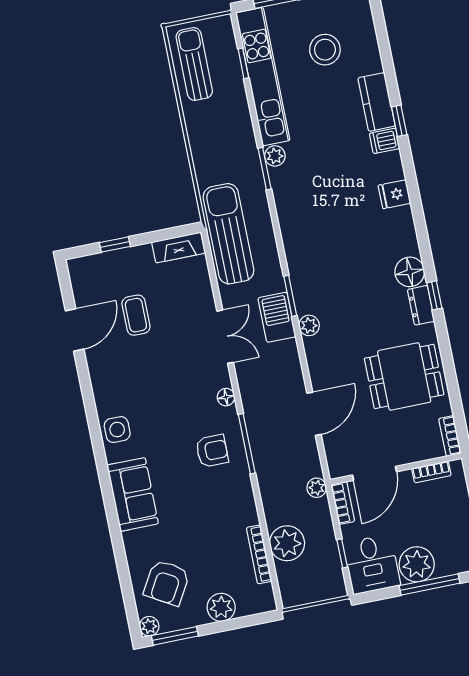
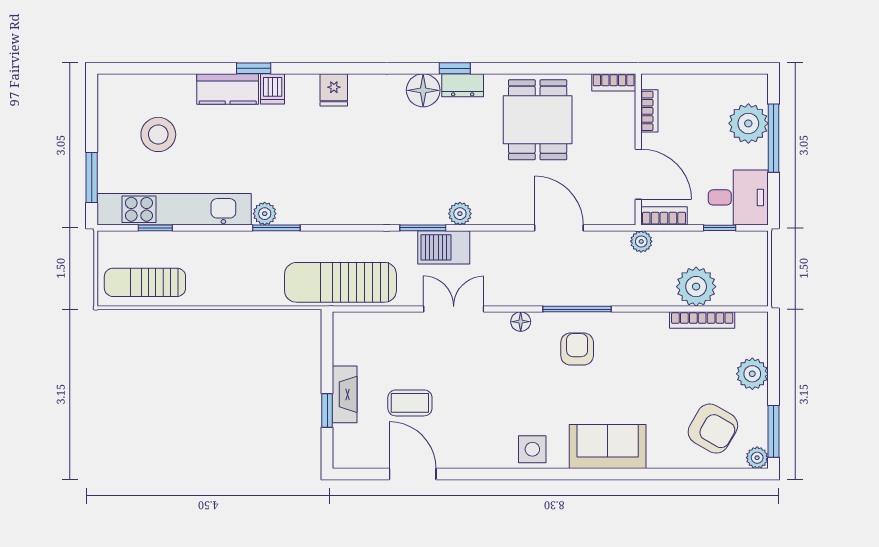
fireplace: (178, 248) -> (345, 394), moved
plant: (417, 564) -> (748, 123), moved

